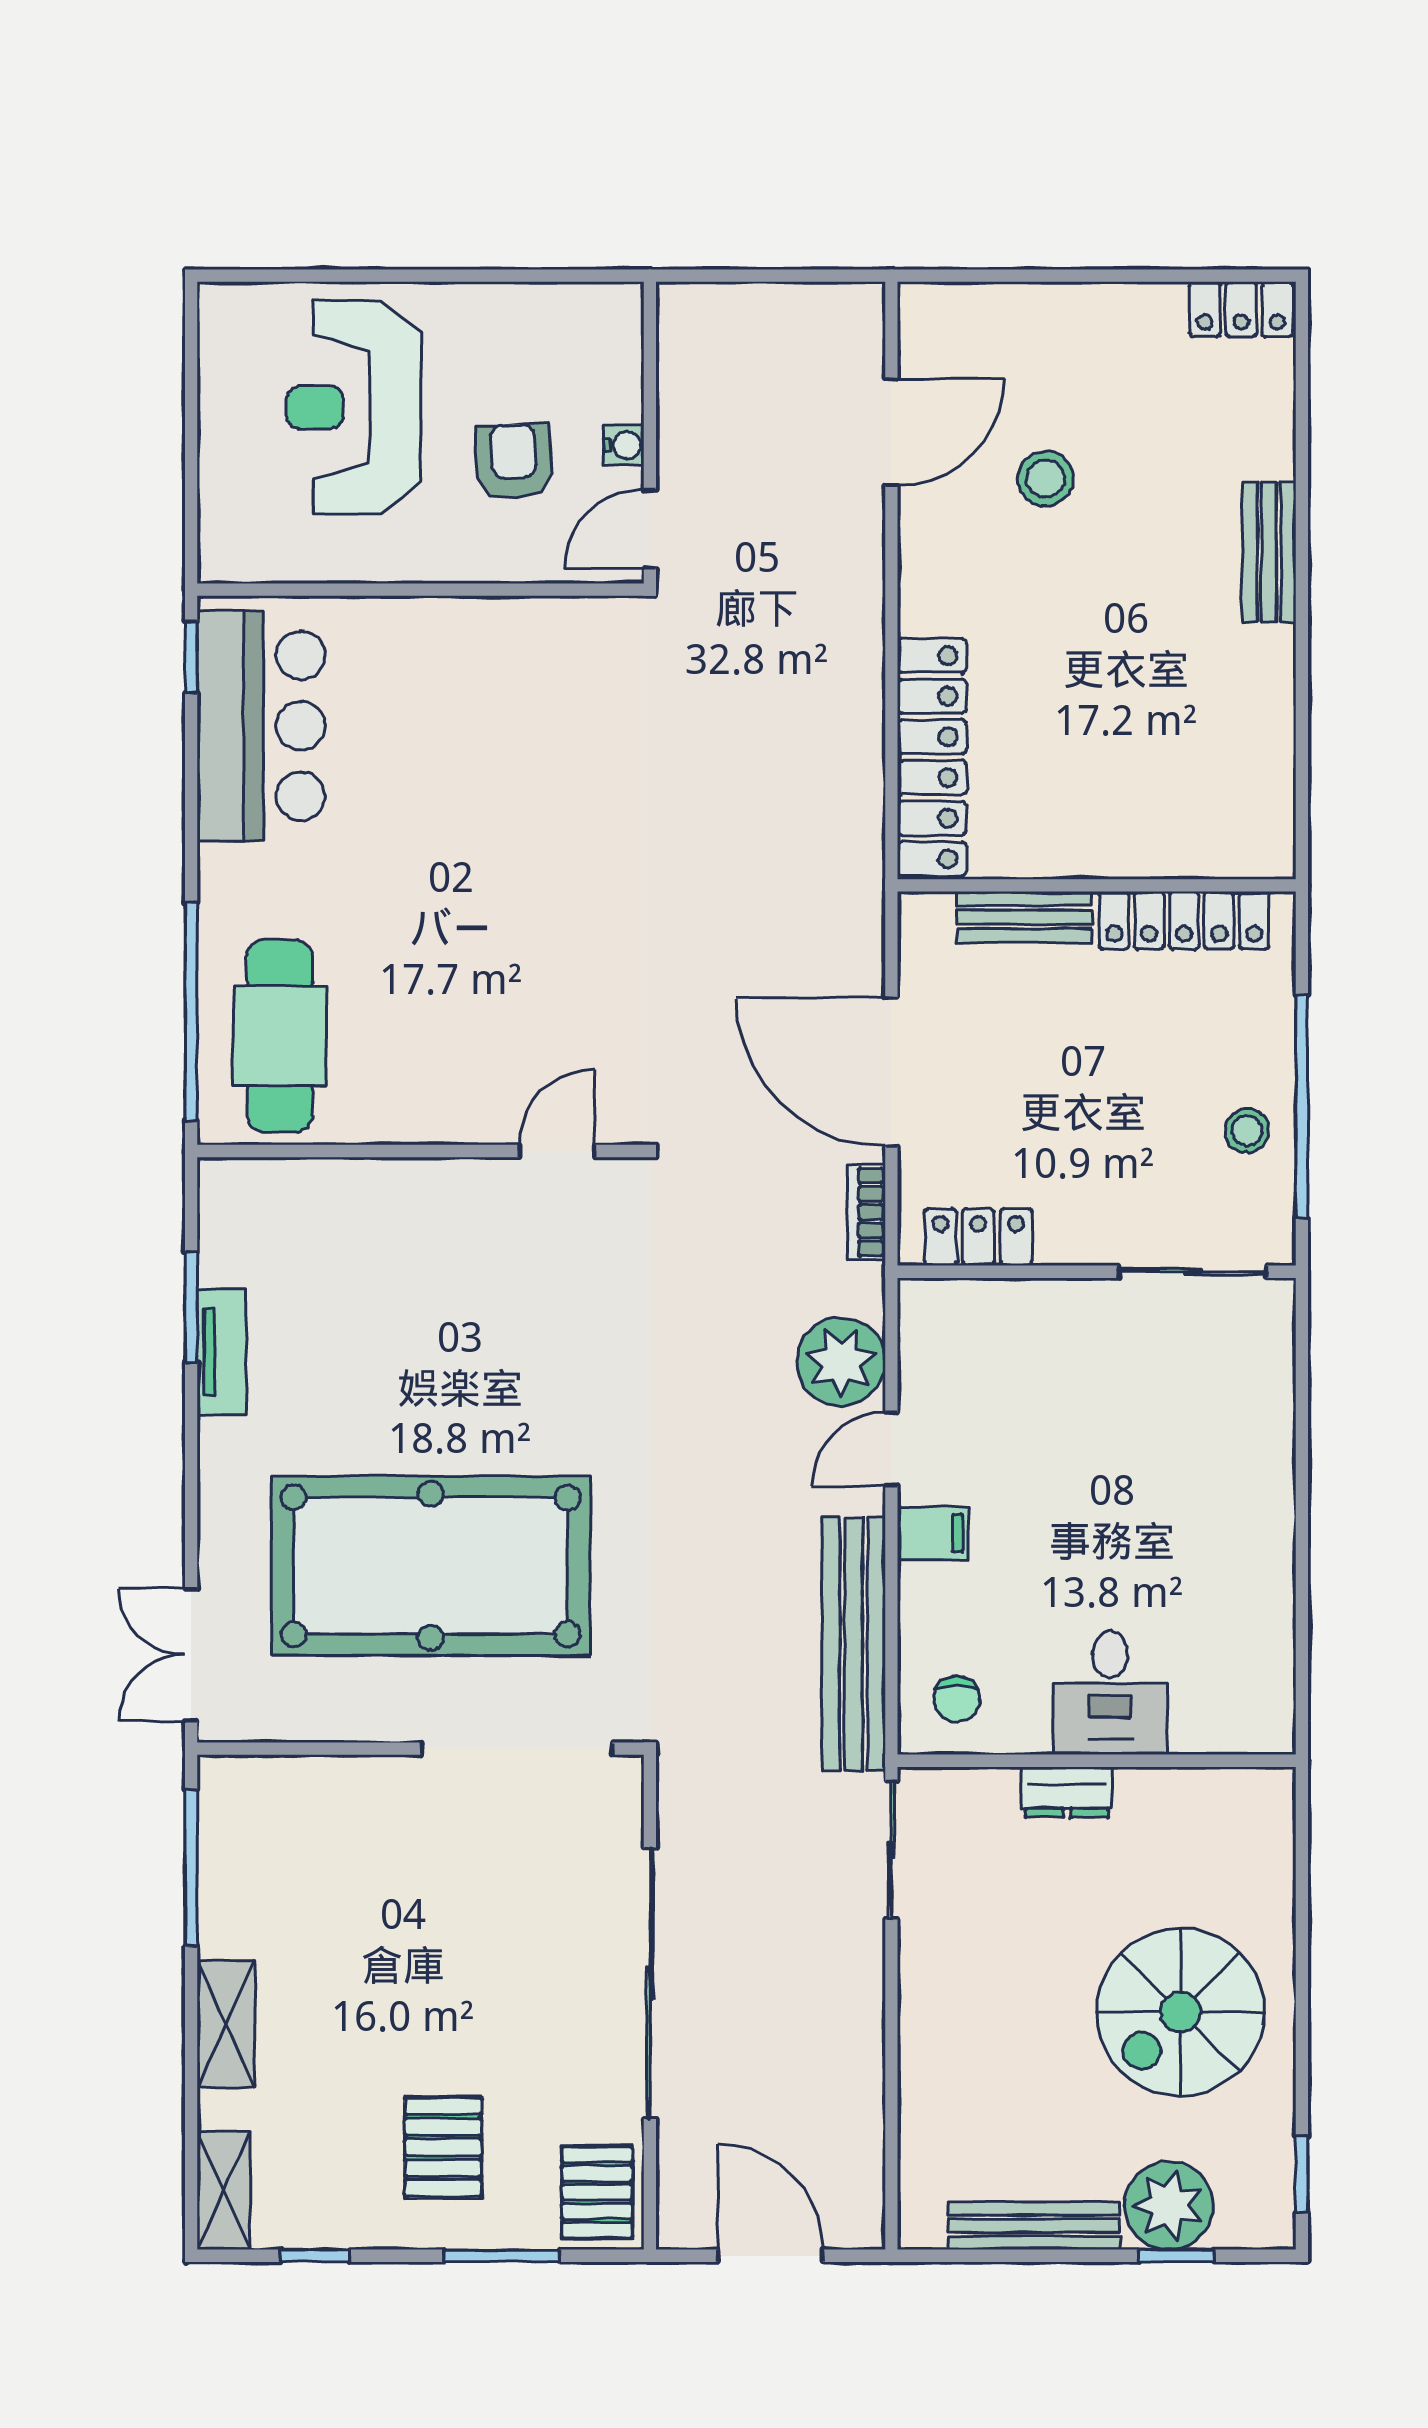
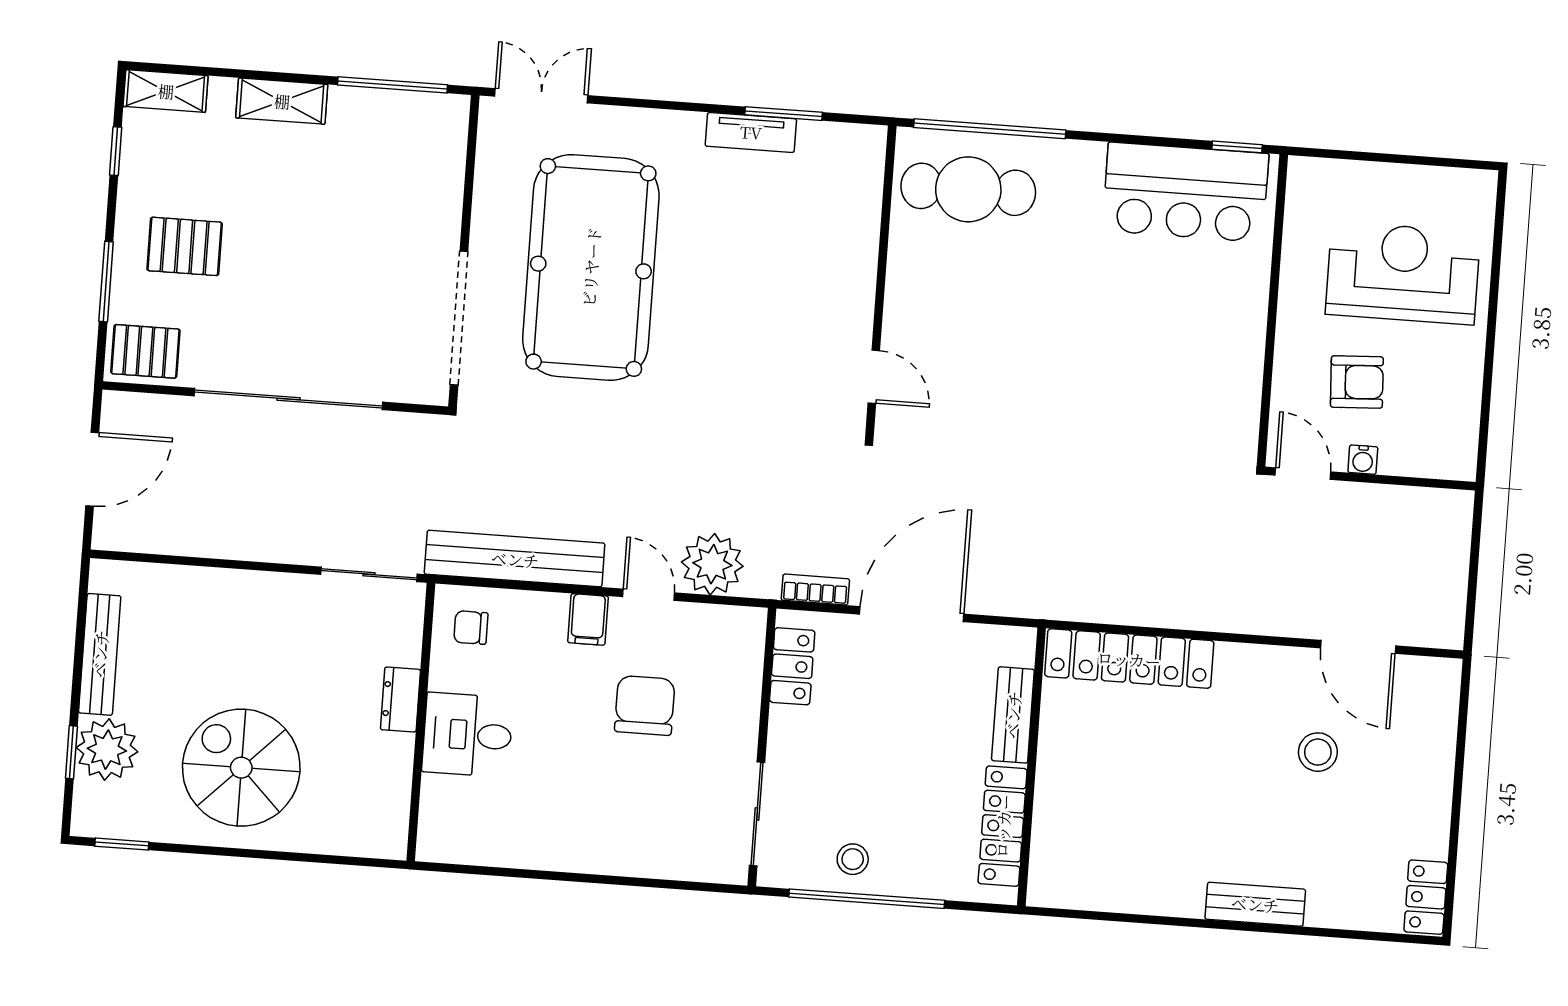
chair: (1050, 1443) -> (645, 705), added

